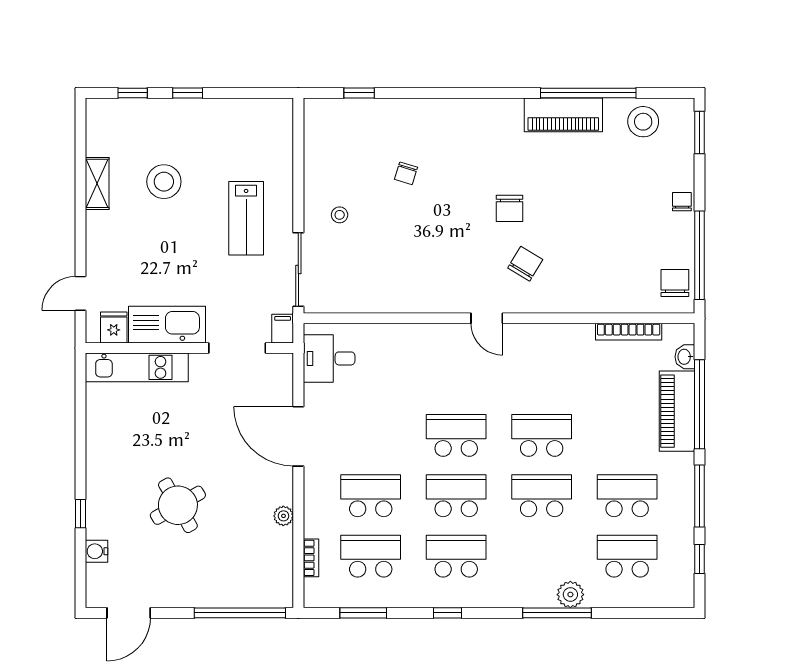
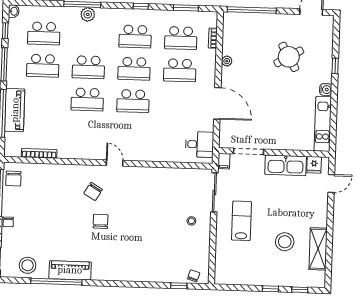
chair: (406, 173) -> (194, 276), moved
shelving: (97, 183) -> (318, 249), width x1.50, depth x1.33
washbasin: (685, 357) -> (14, 11), moved
kitchen unit: (137, 367) -> (323, 124), moved, turned -90
round table: (178, 505) -> (289, 57), moved
water cooler: (97, 551) -> (326, 90), moved
plant: (570, 595) -> (88, 14), moved

